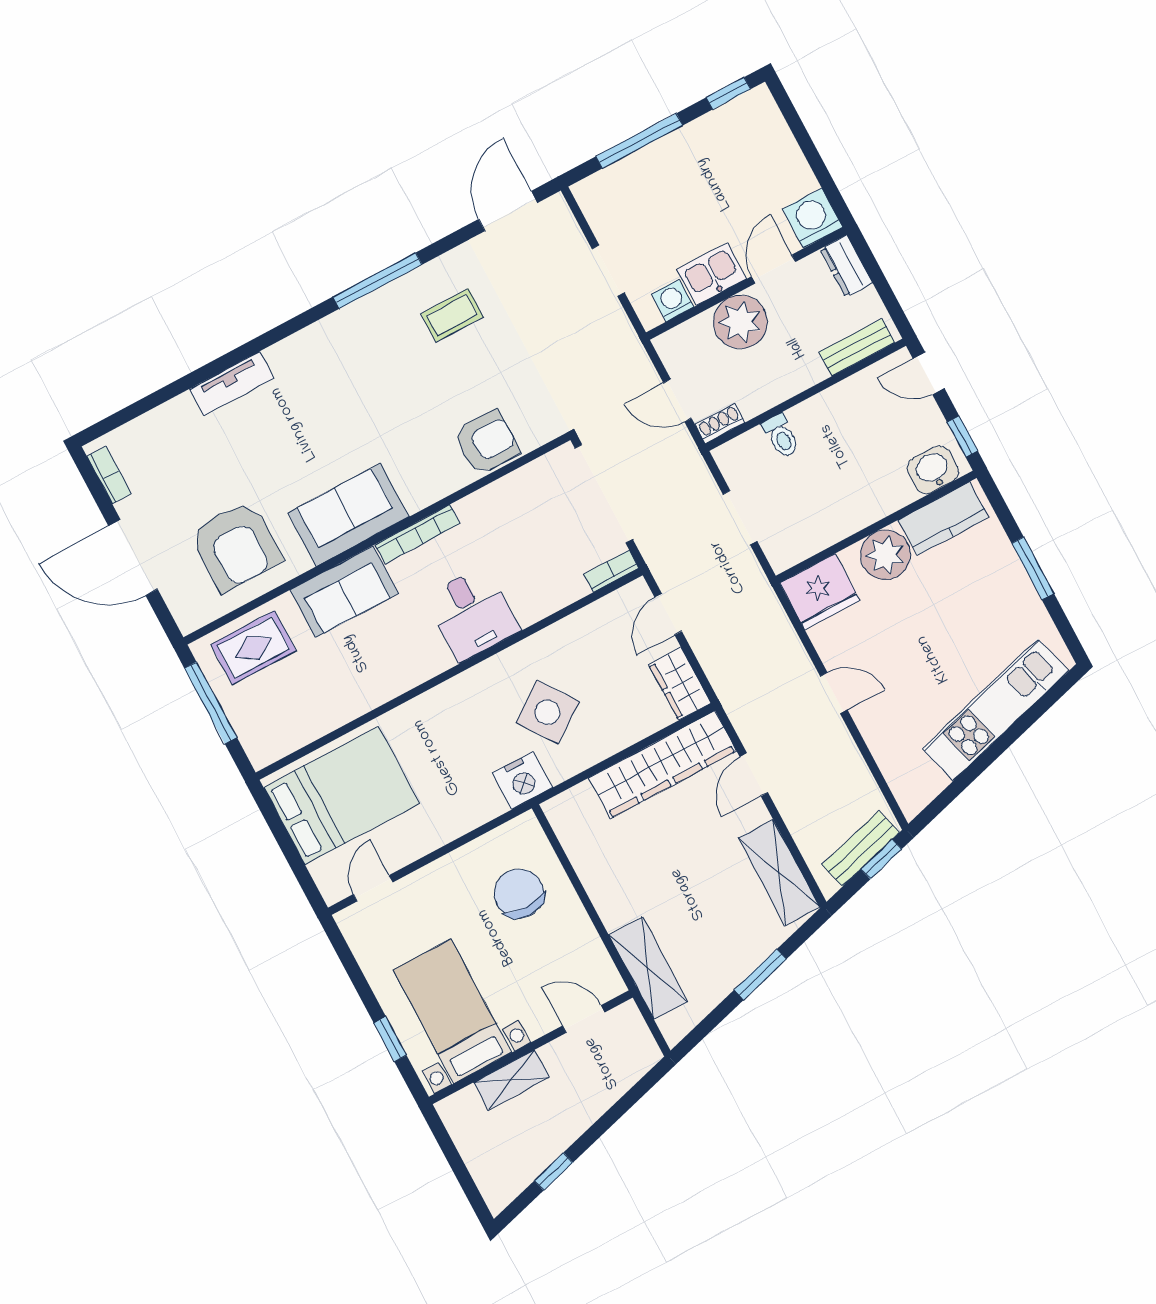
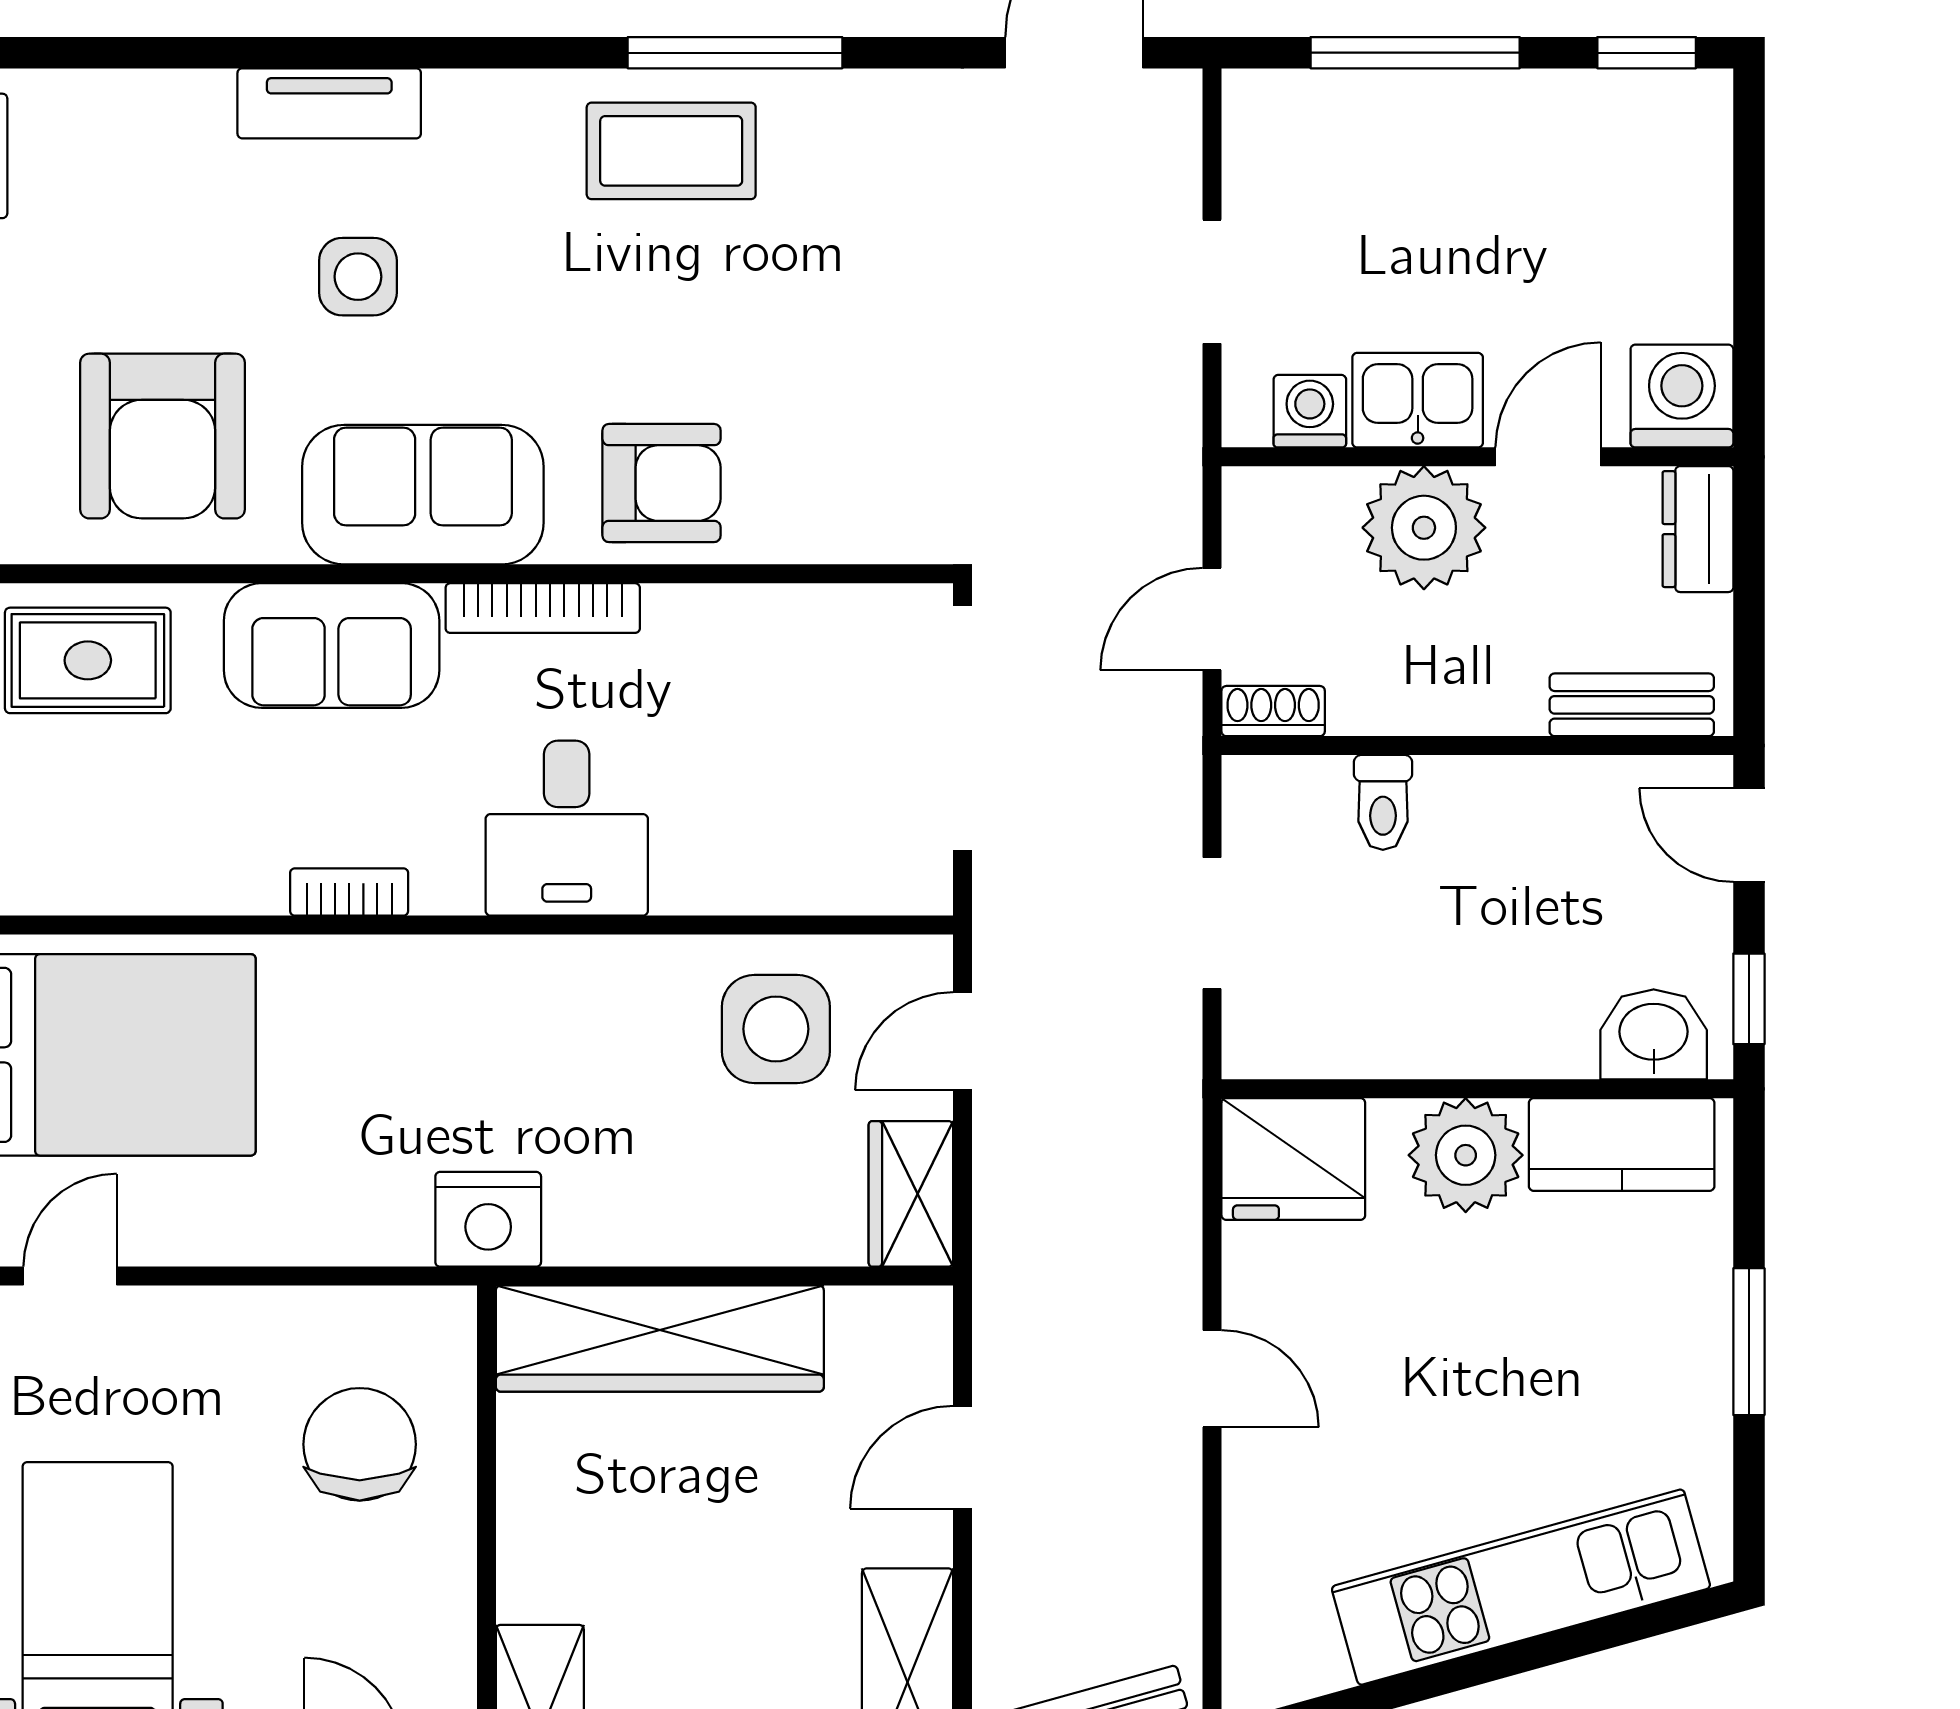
coffee table: (452, 315) -> (671, 151), moved, width x1.36, depth x1.30
door: (678, 401) -> (1212, 619), hinge flipped
armchair: (487, 442) -> (662, 483), moved
side table: (278, 444) -> (358, 277), added
bookcase: (611, 571) -> (349, 892), moved
side table: (548, 712) -> (776, 1029), moved, turned 35
wardrobe: (663, 764) -> (660, 1339), moved

